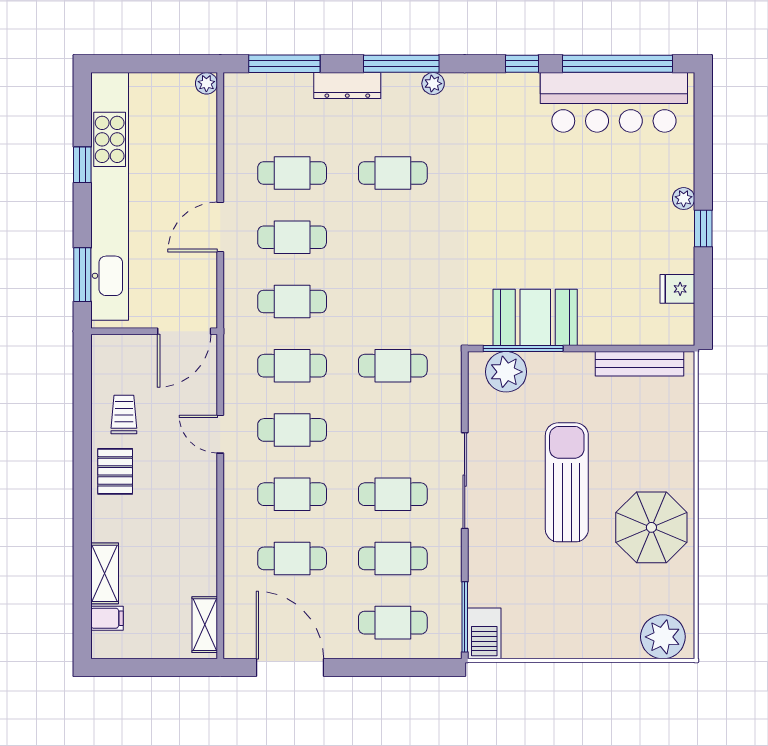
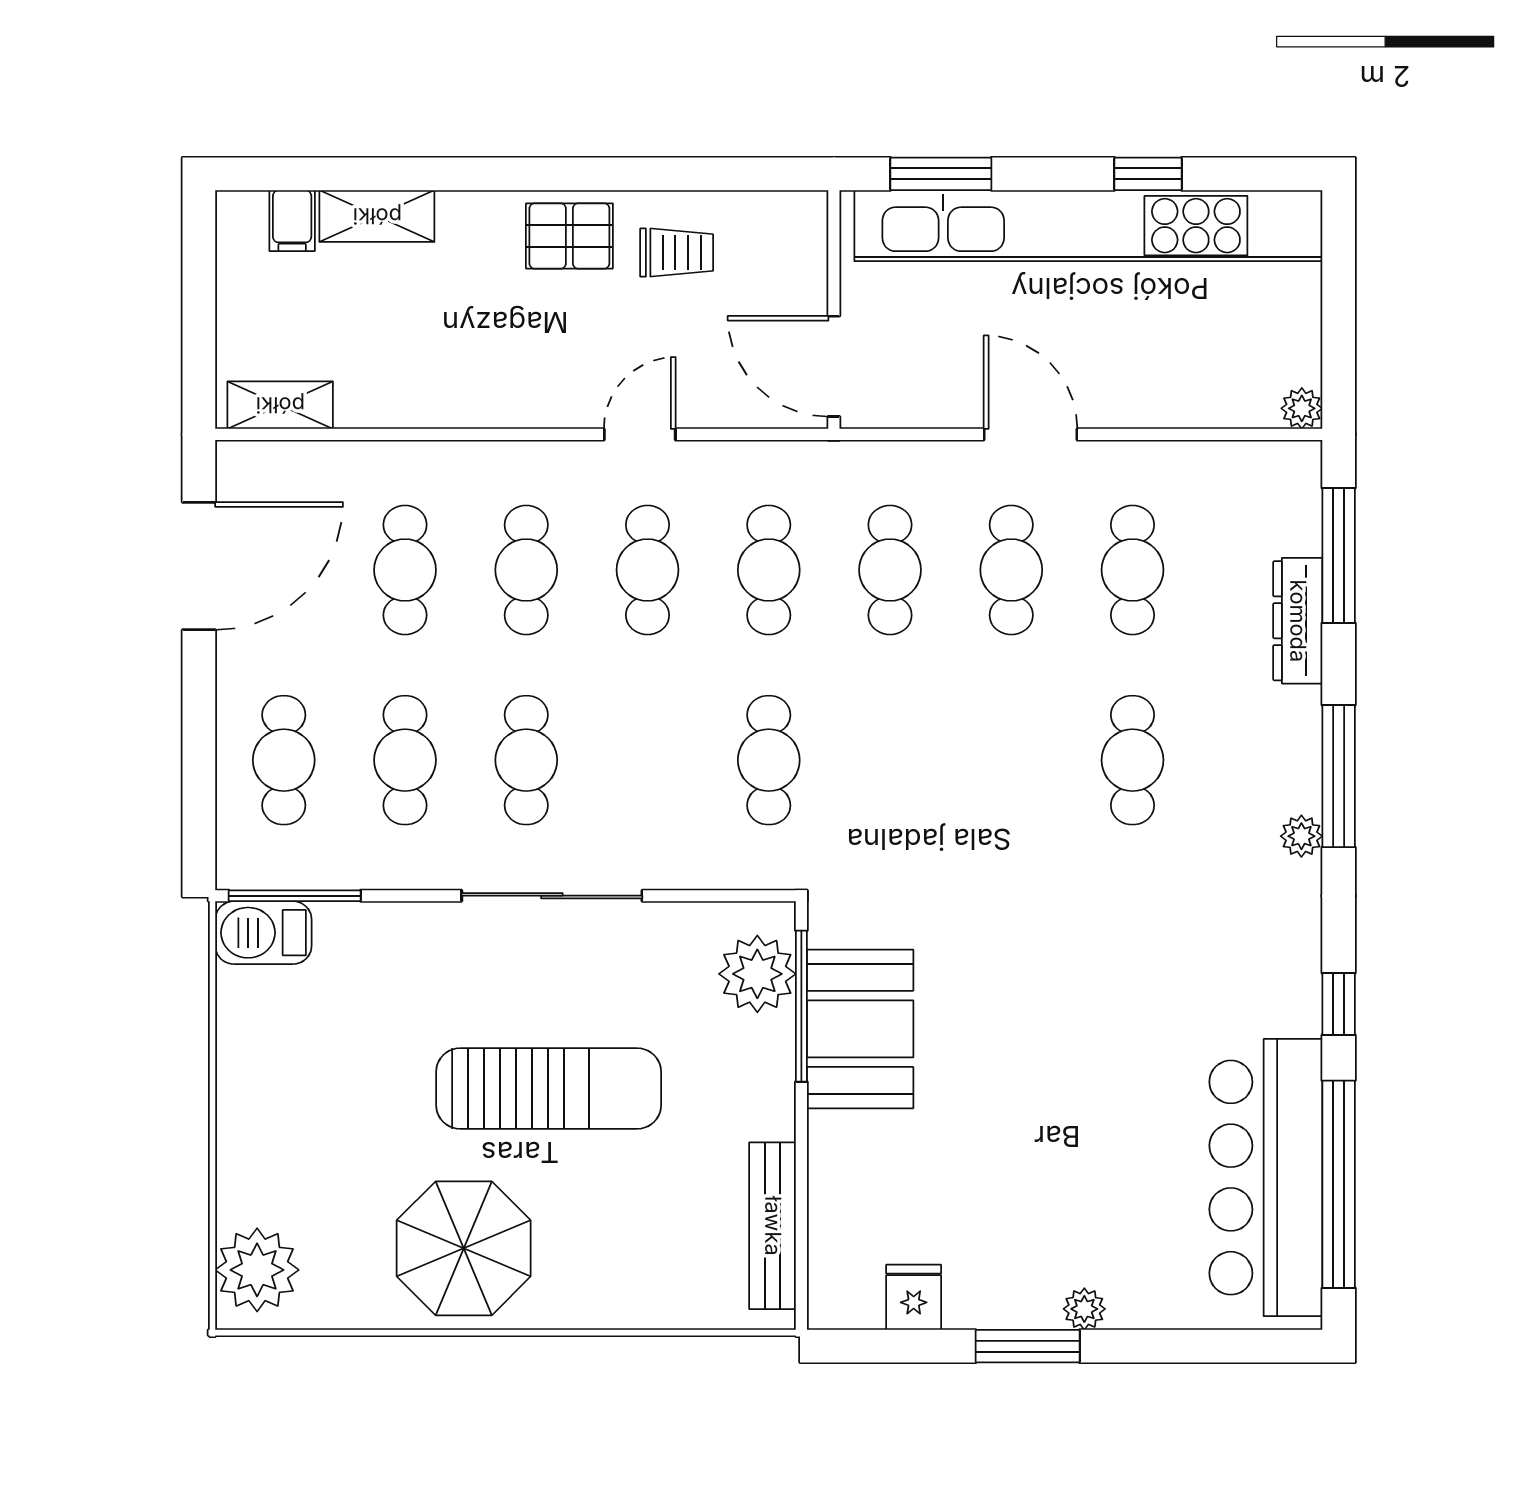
dresser: (347, 85) -> (1298, 621), moved
window: (703, 229) -> (1028, 1346), width x1.50

